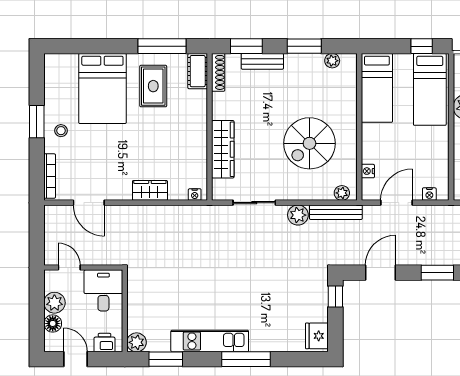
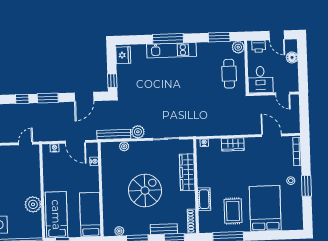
cot: (198, 71) -> (204, 199), moved
spiral stairs: (309, 143) -> (145, 190), moved
plant: (342, 193) -> (124, 146), moved
door: (396, 203) -> (75, 142), hinge flipped
cafe table: (152, 301) -> (229, 74), added
plant: (54, 303) -> (291, 71), removed
kitchen unit: (210, 341) -> (172, 50), moved

